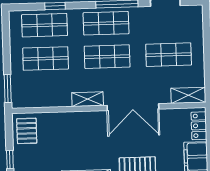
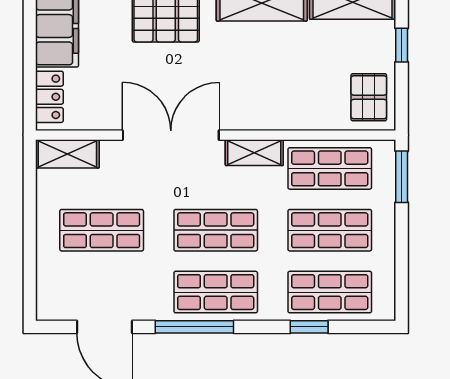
shop shelf: (47, 92) -> (330, 168), added

